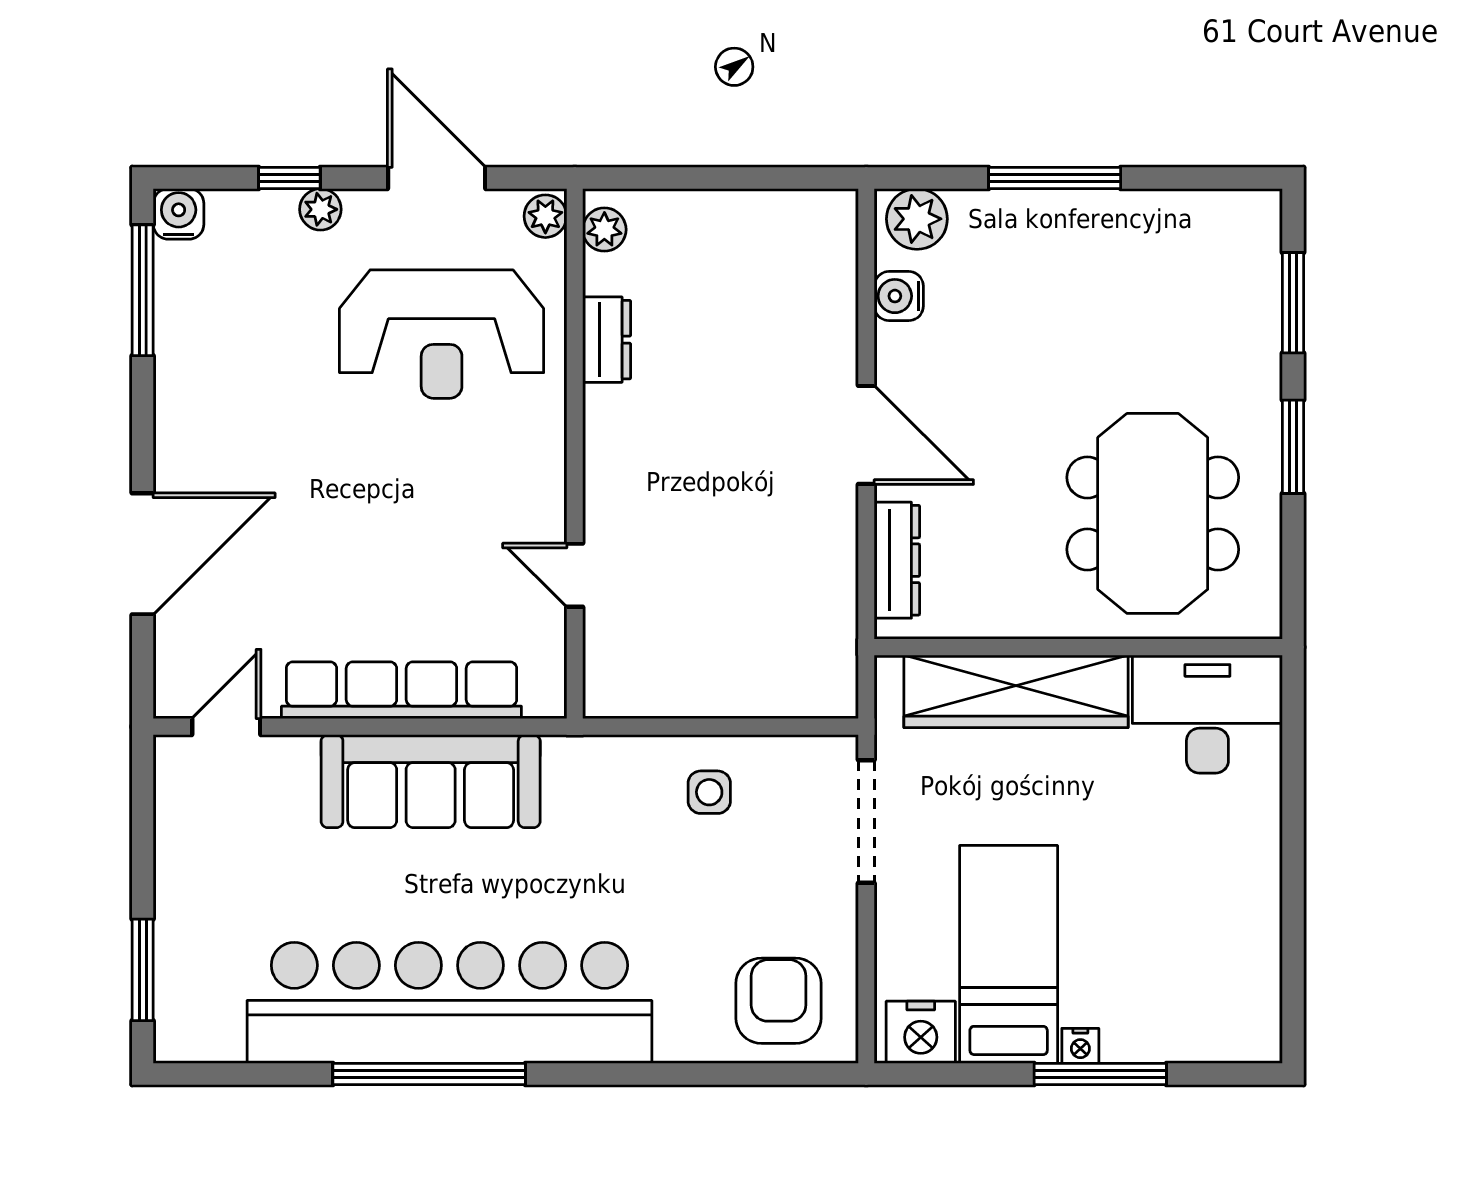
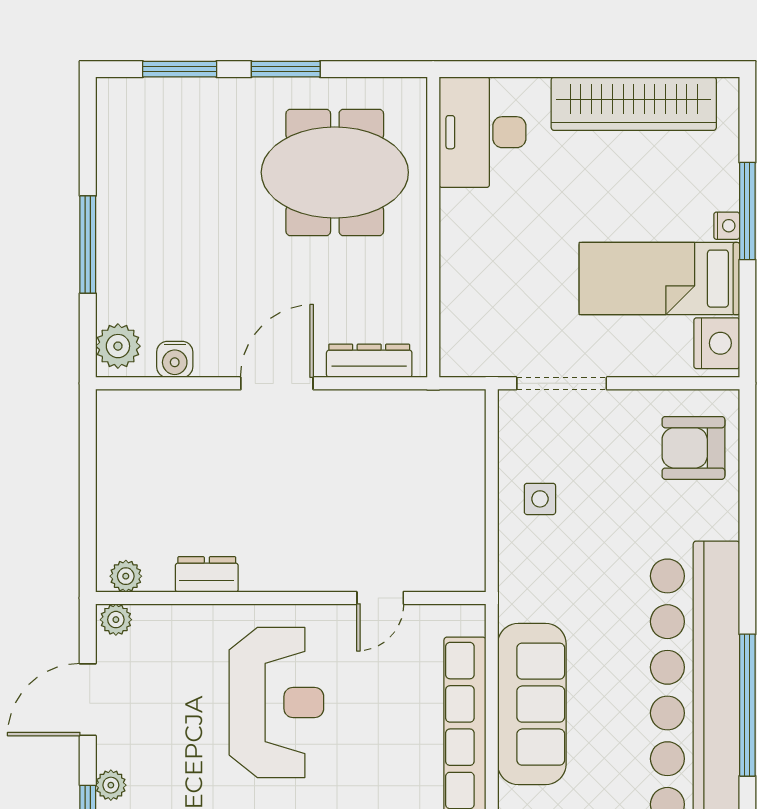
reception desk: (442, 334) -> (276, 702), moved
wardrobe: (1016, 691) -> (634, 104), moved, turned 90

